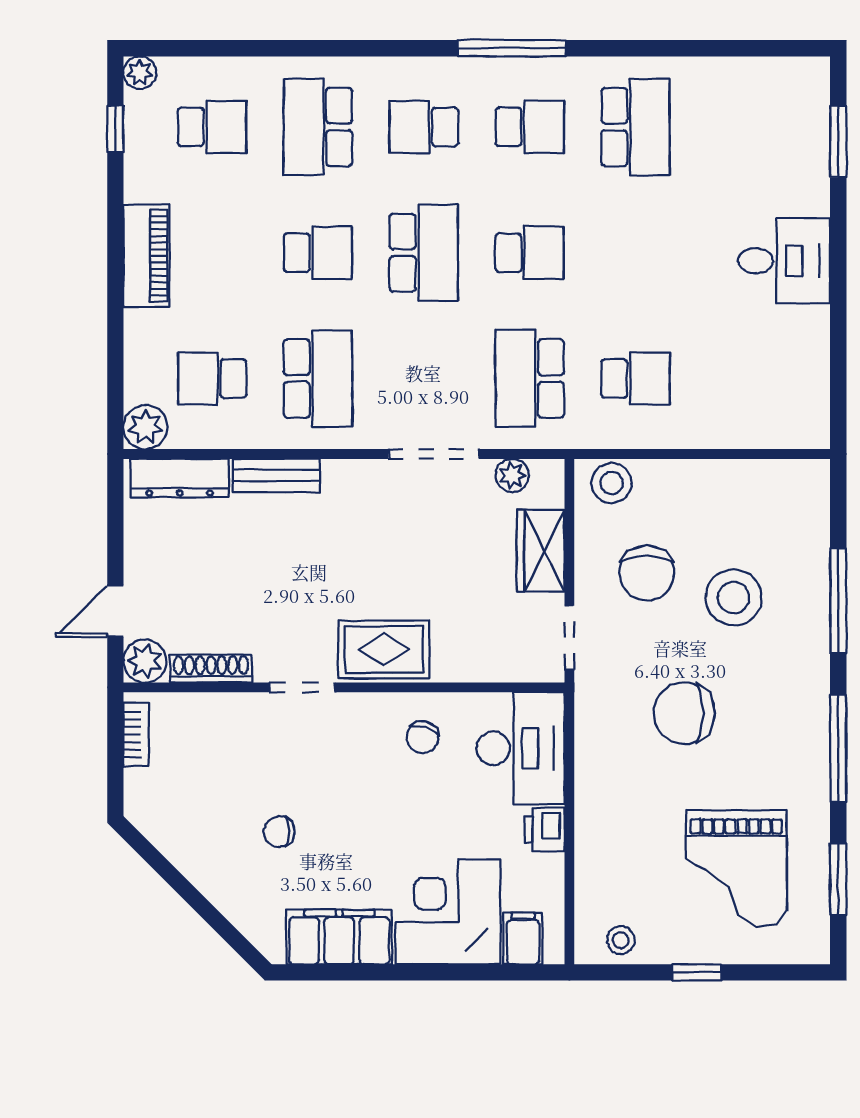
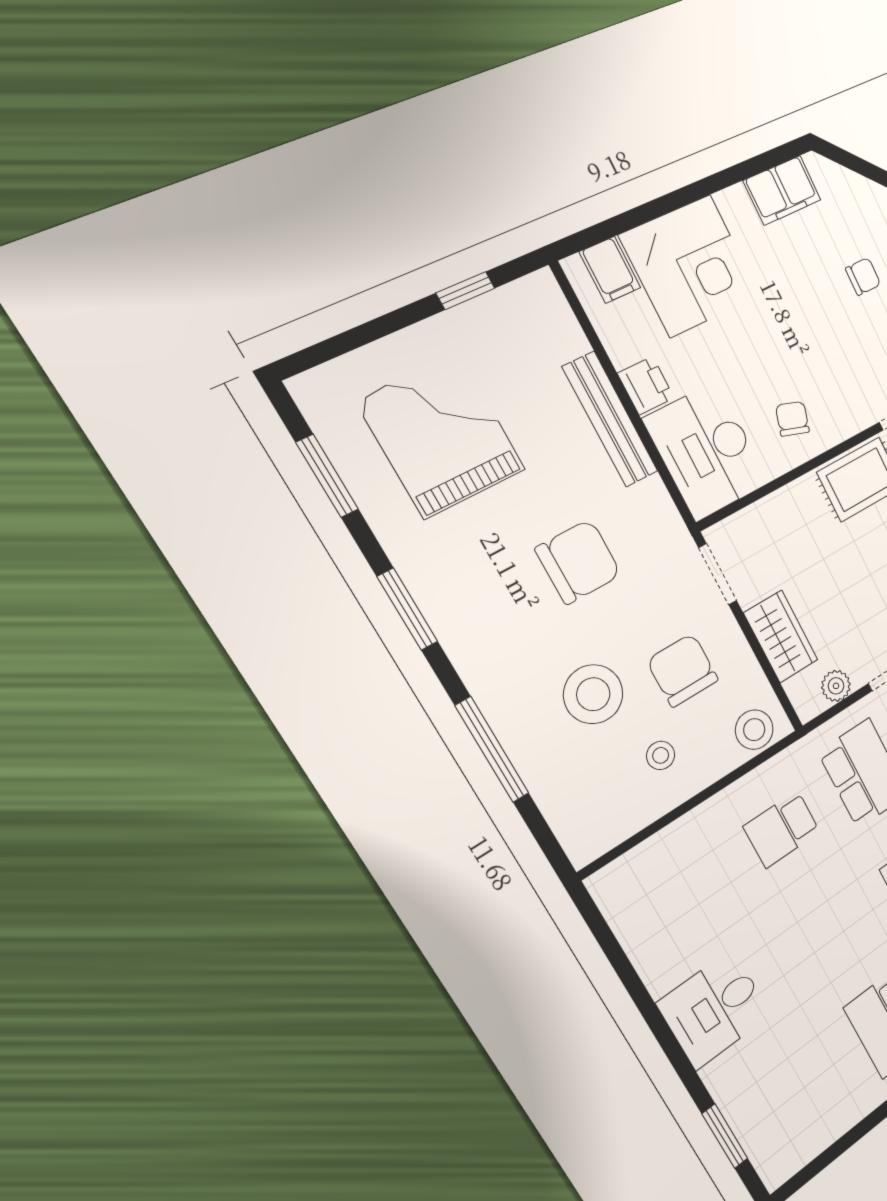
window: (838, 748) -> (407, 609), width x0.69
bench: (592, 816) -> (610, 420), added
filing cabinet: (339, 937) -> (782, 190), width x0.67, depth x0.86
stool: (621, 940) -> (661, 755), moved
window: (697, 972) -> (465, 291), moved

